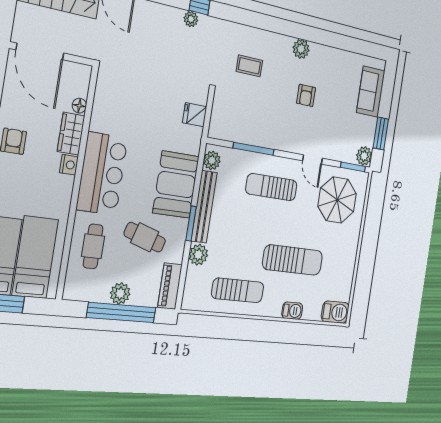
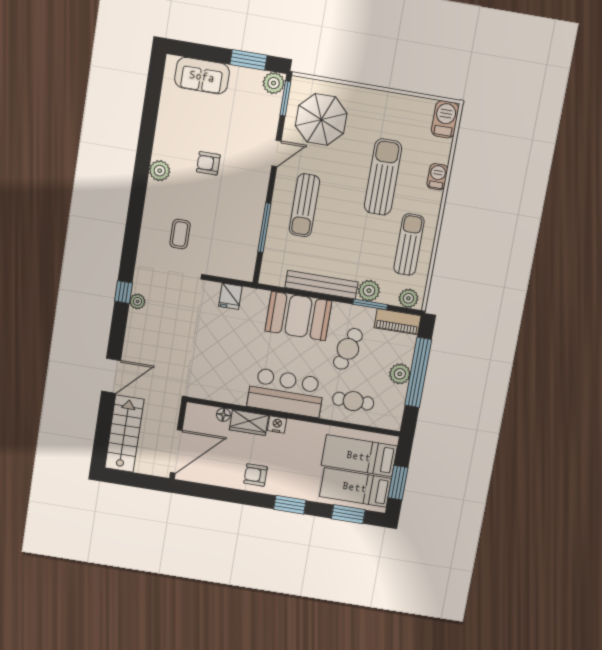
armchair: (306, 95) -> (208, 163), turned 180
plant: (212, 160) -> (408, 298), moved
window: (191, 224) -> (370, 304), moved

